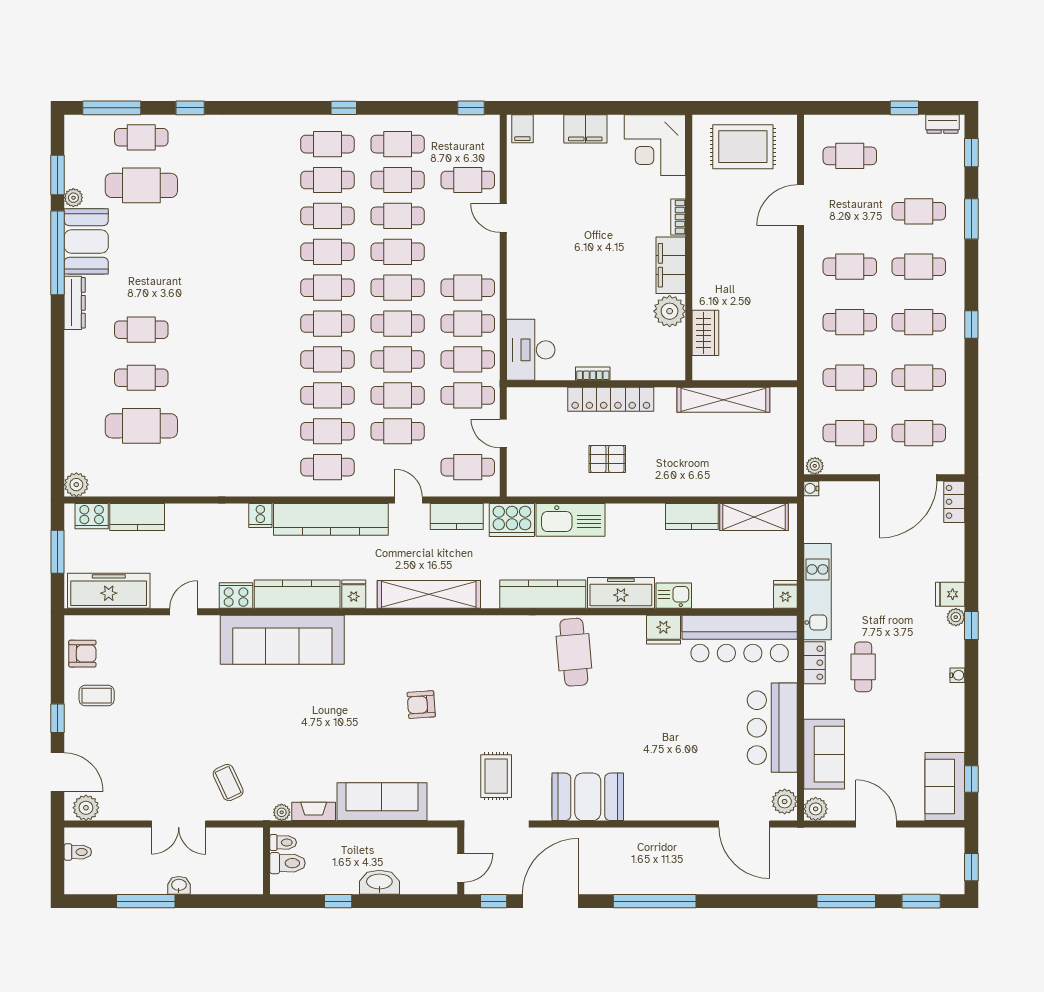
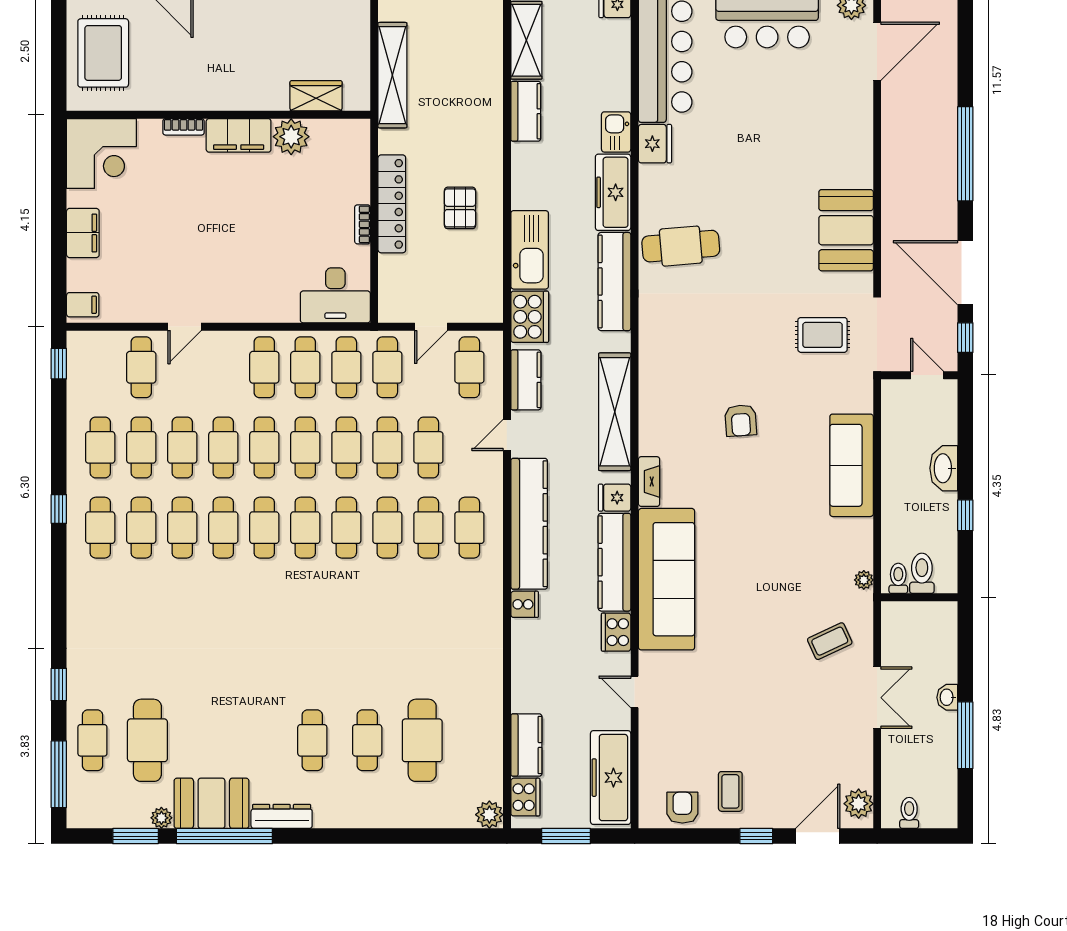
fireplace: (314, 811) -> (649, 482), moved, turned 180

